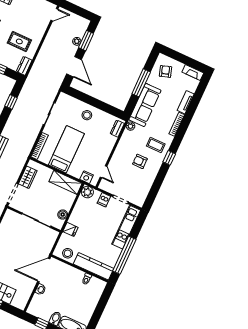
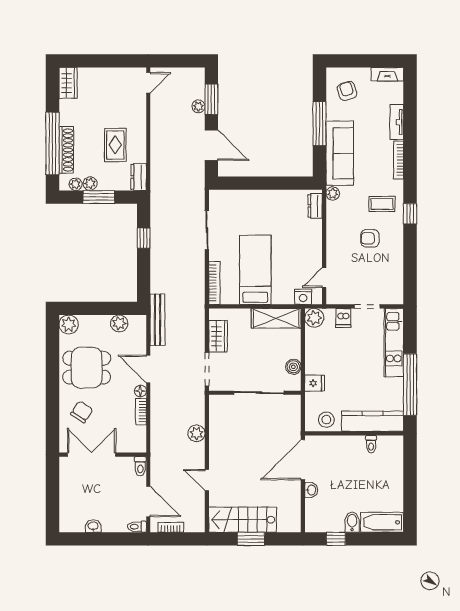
rug: (19, 41) -> (115, 145), turned 90
stool: (87, 115) -> (262, 207), removed
door: (103, 172) -> (324, 278), swing flipped

